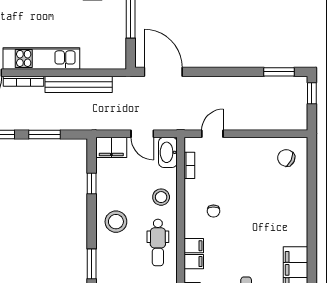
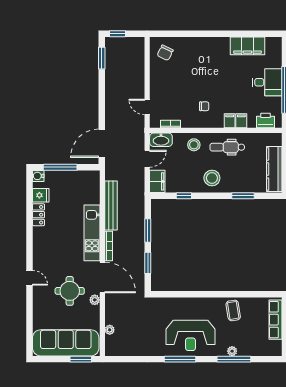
dental chair: (158, 243) -> (227, 147), turned 180

